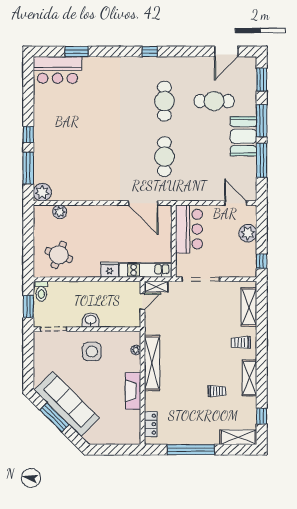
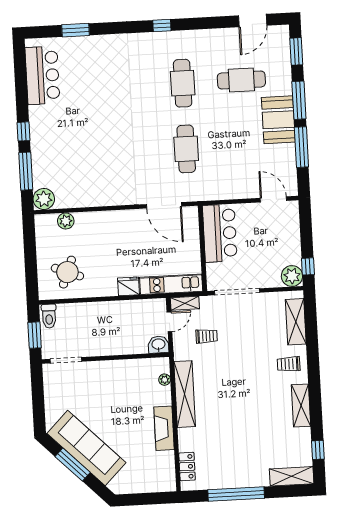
bar counter: (57, 70) -> (42, 75), moved, turned -90
plant: (248, 233) -> (292, 276), moved
washbasin: (91, 320) -> (158, 345), moved
side table: (92, 352) -> (113, 384), removed
trolley: (217, 391) -> (207, 336), moved

